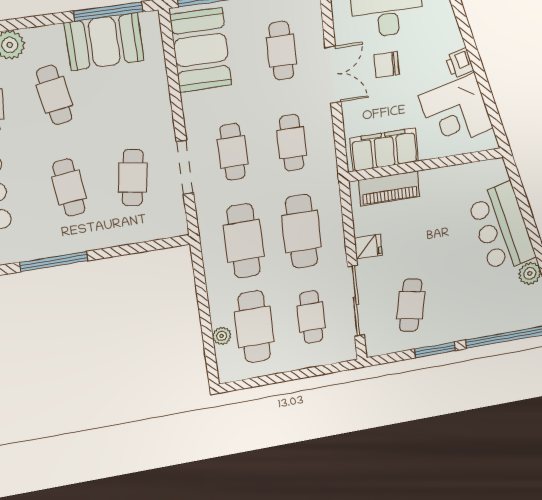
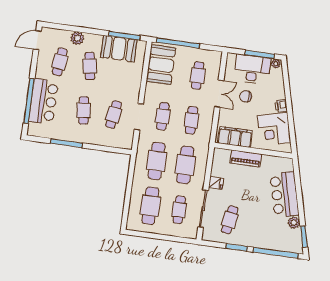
piano: (389, 188) -> (246, 159), moved
plant: (222, 336) -> (134, 205), removed

